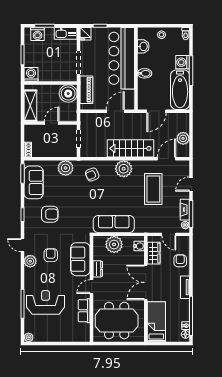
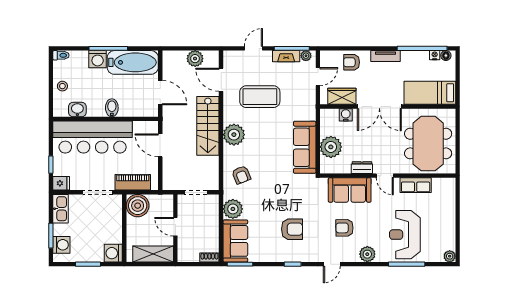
sofa: (34, 182) -> (235, 241), moved, turned 90
door: (191, 184) -> (254, 48), swing flipped
armchair: (50, 214) -> (292, 229), turned 90
water cooler: (139, 246) -> (346, 115), moved
plant: (30, 261) -> (367, 254), moved

